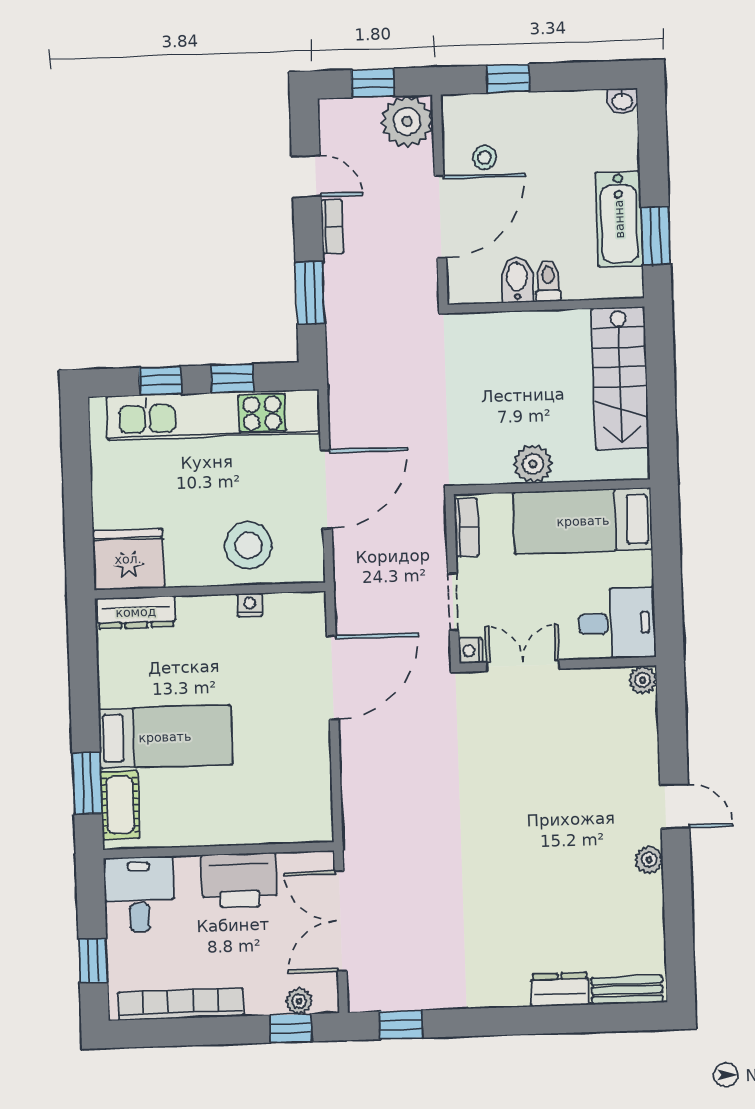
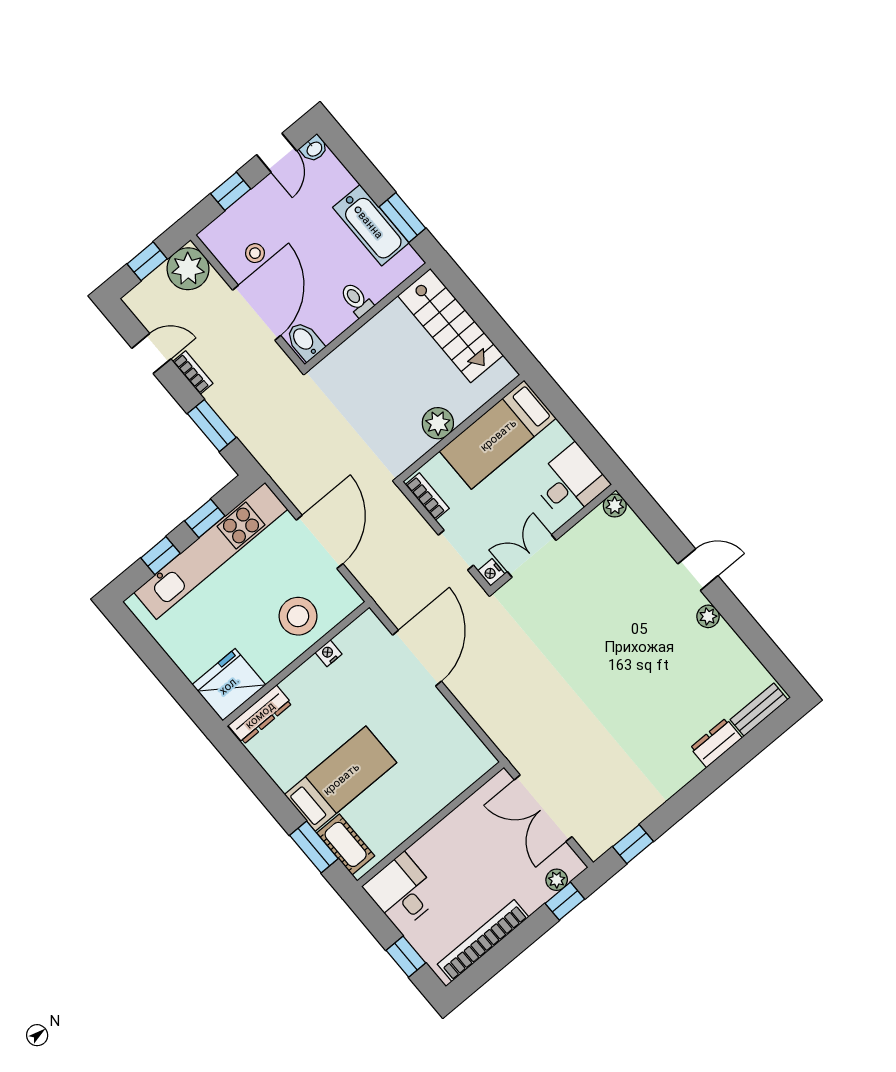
door: (582, 76) -> (277, 153), added
bidet: (517, 280) -> (305, 341), moved
printer: (239, 880) -> (459, 833), removed

